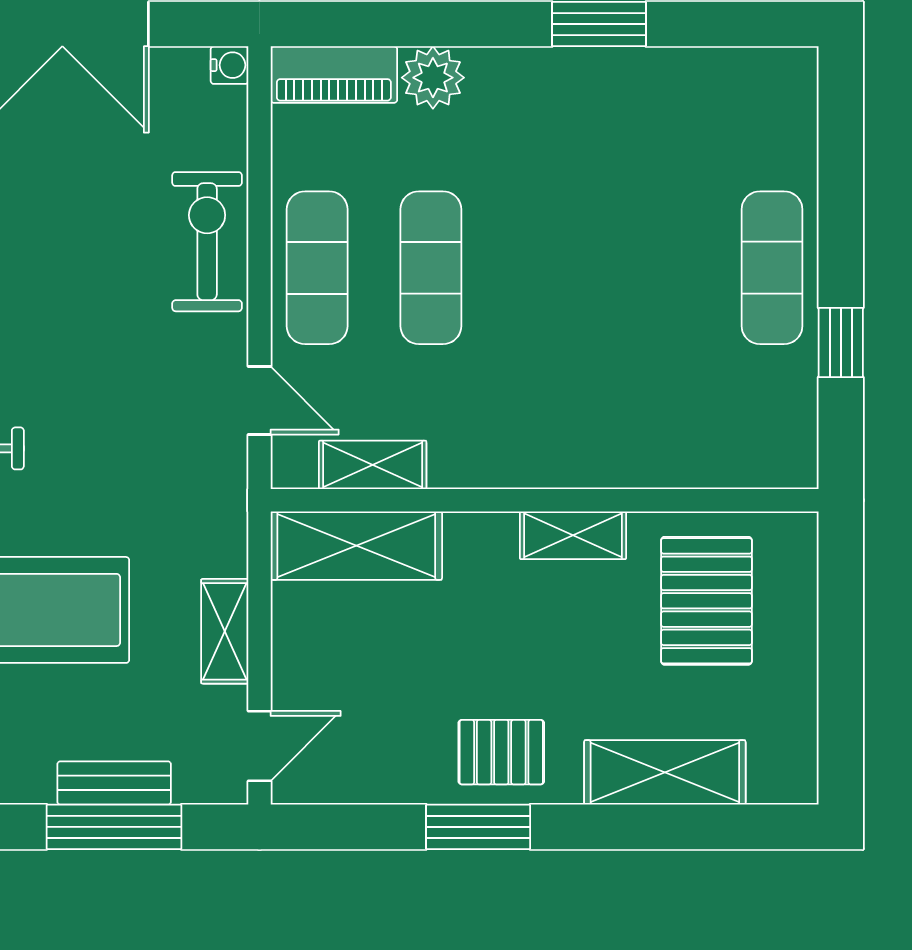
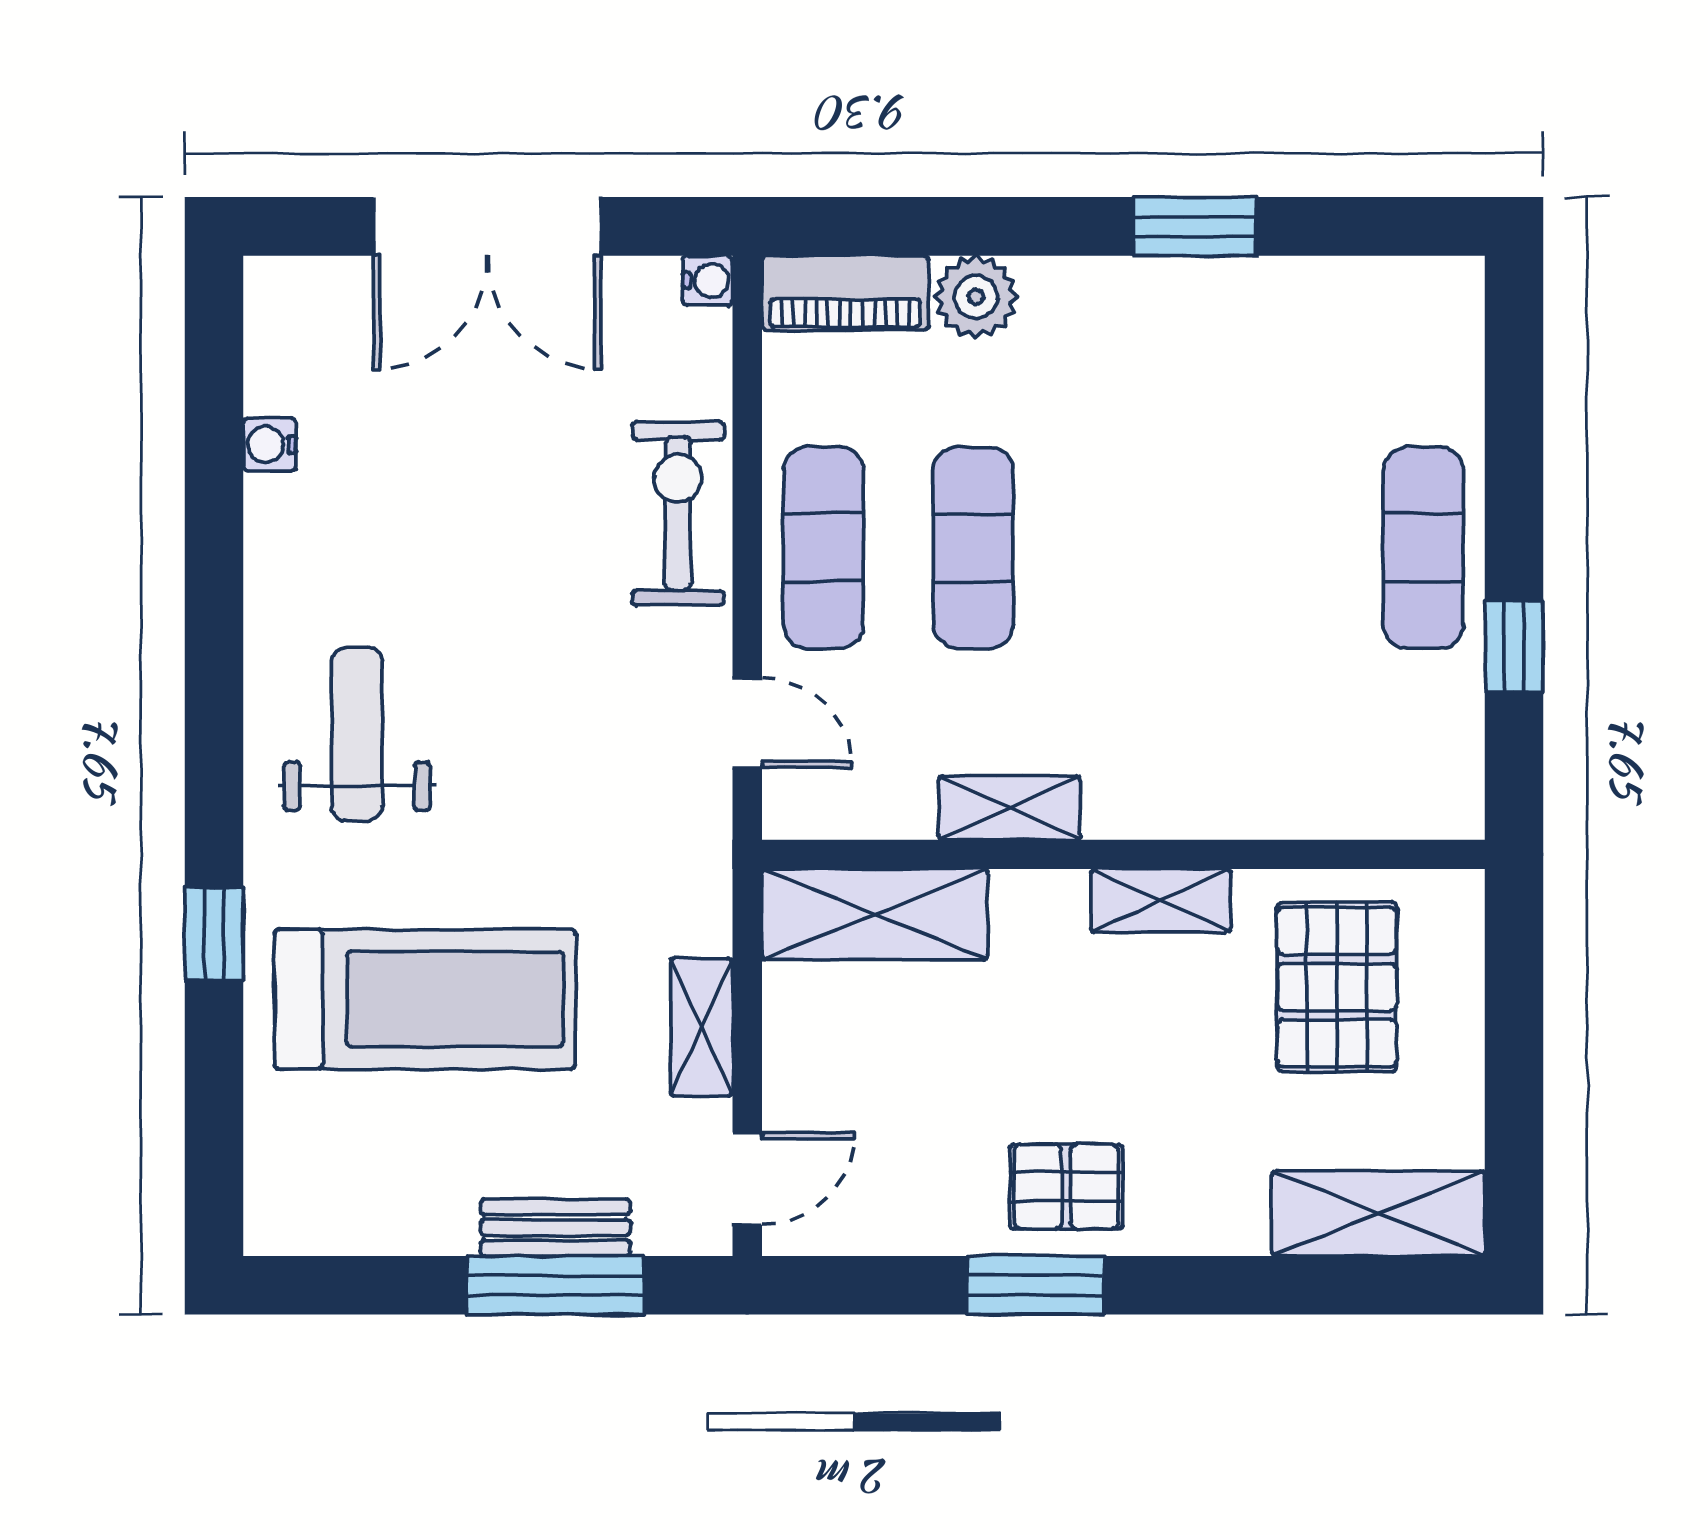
shelving: (373, 465) -> (1009, 808), moved
shelving: (665, 772) -> (1378, 1213), moved

